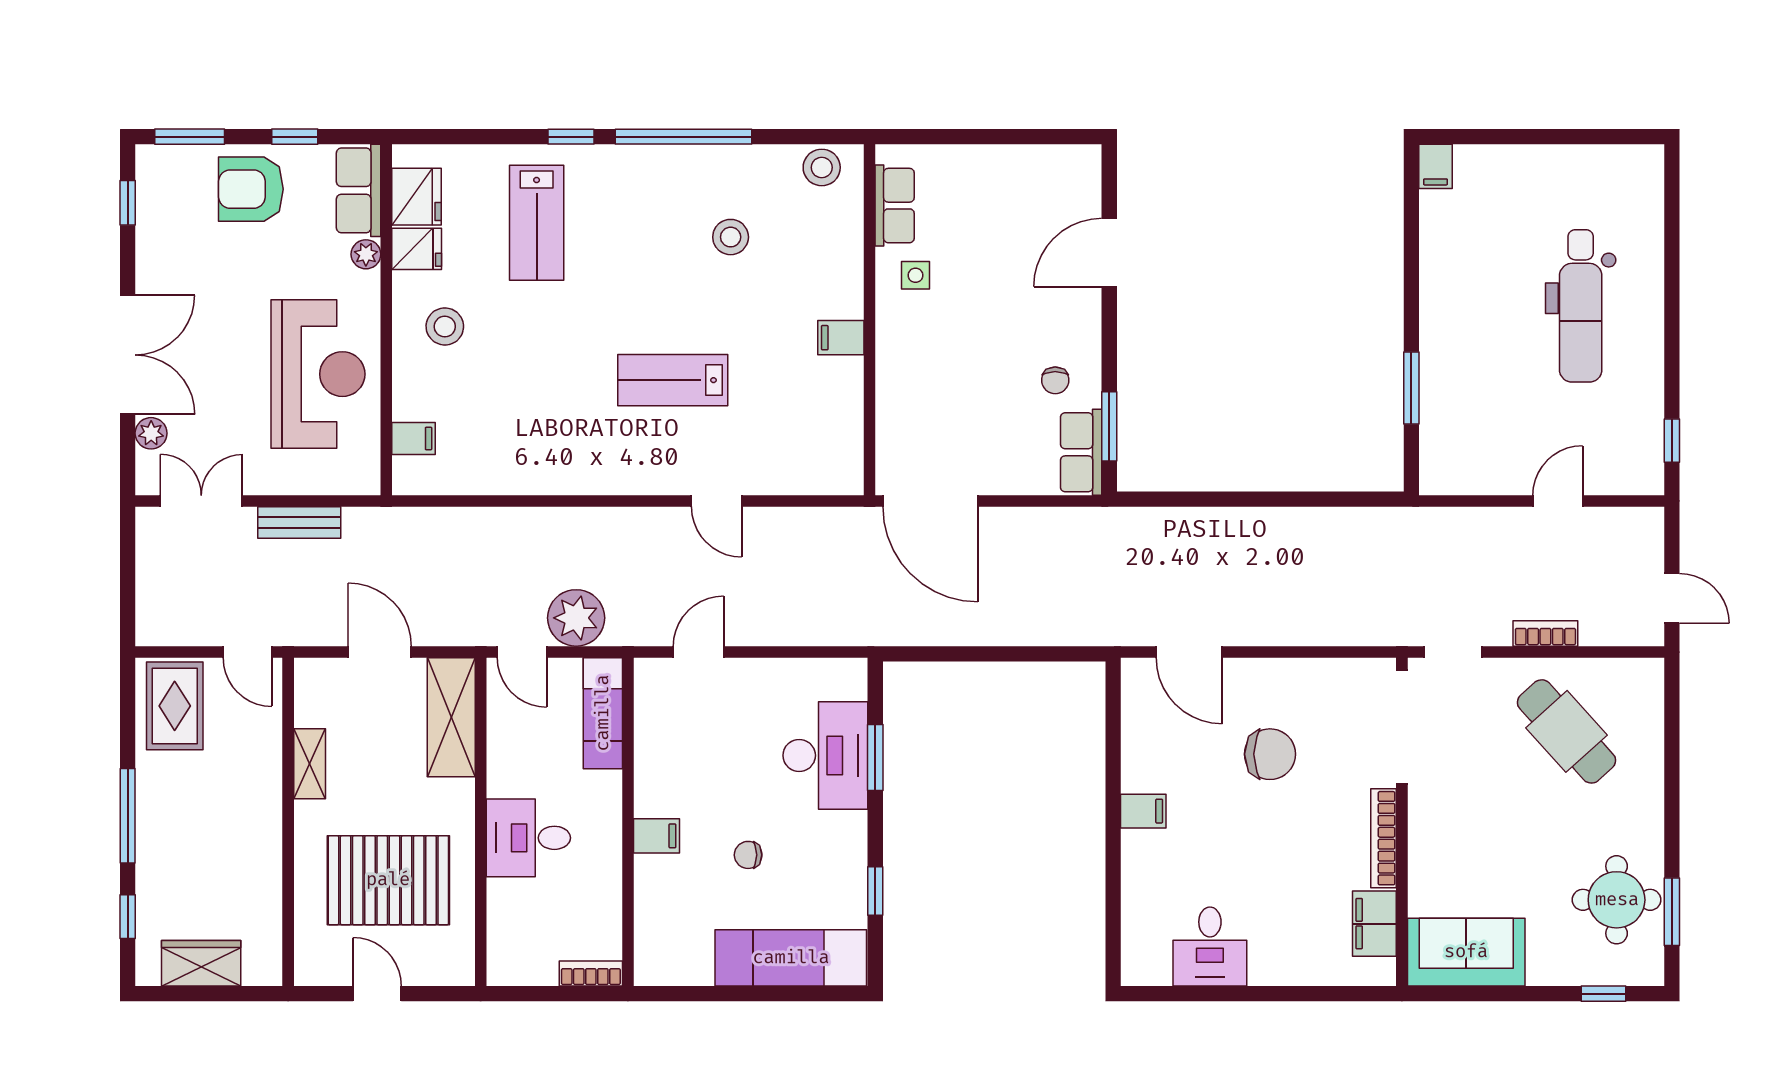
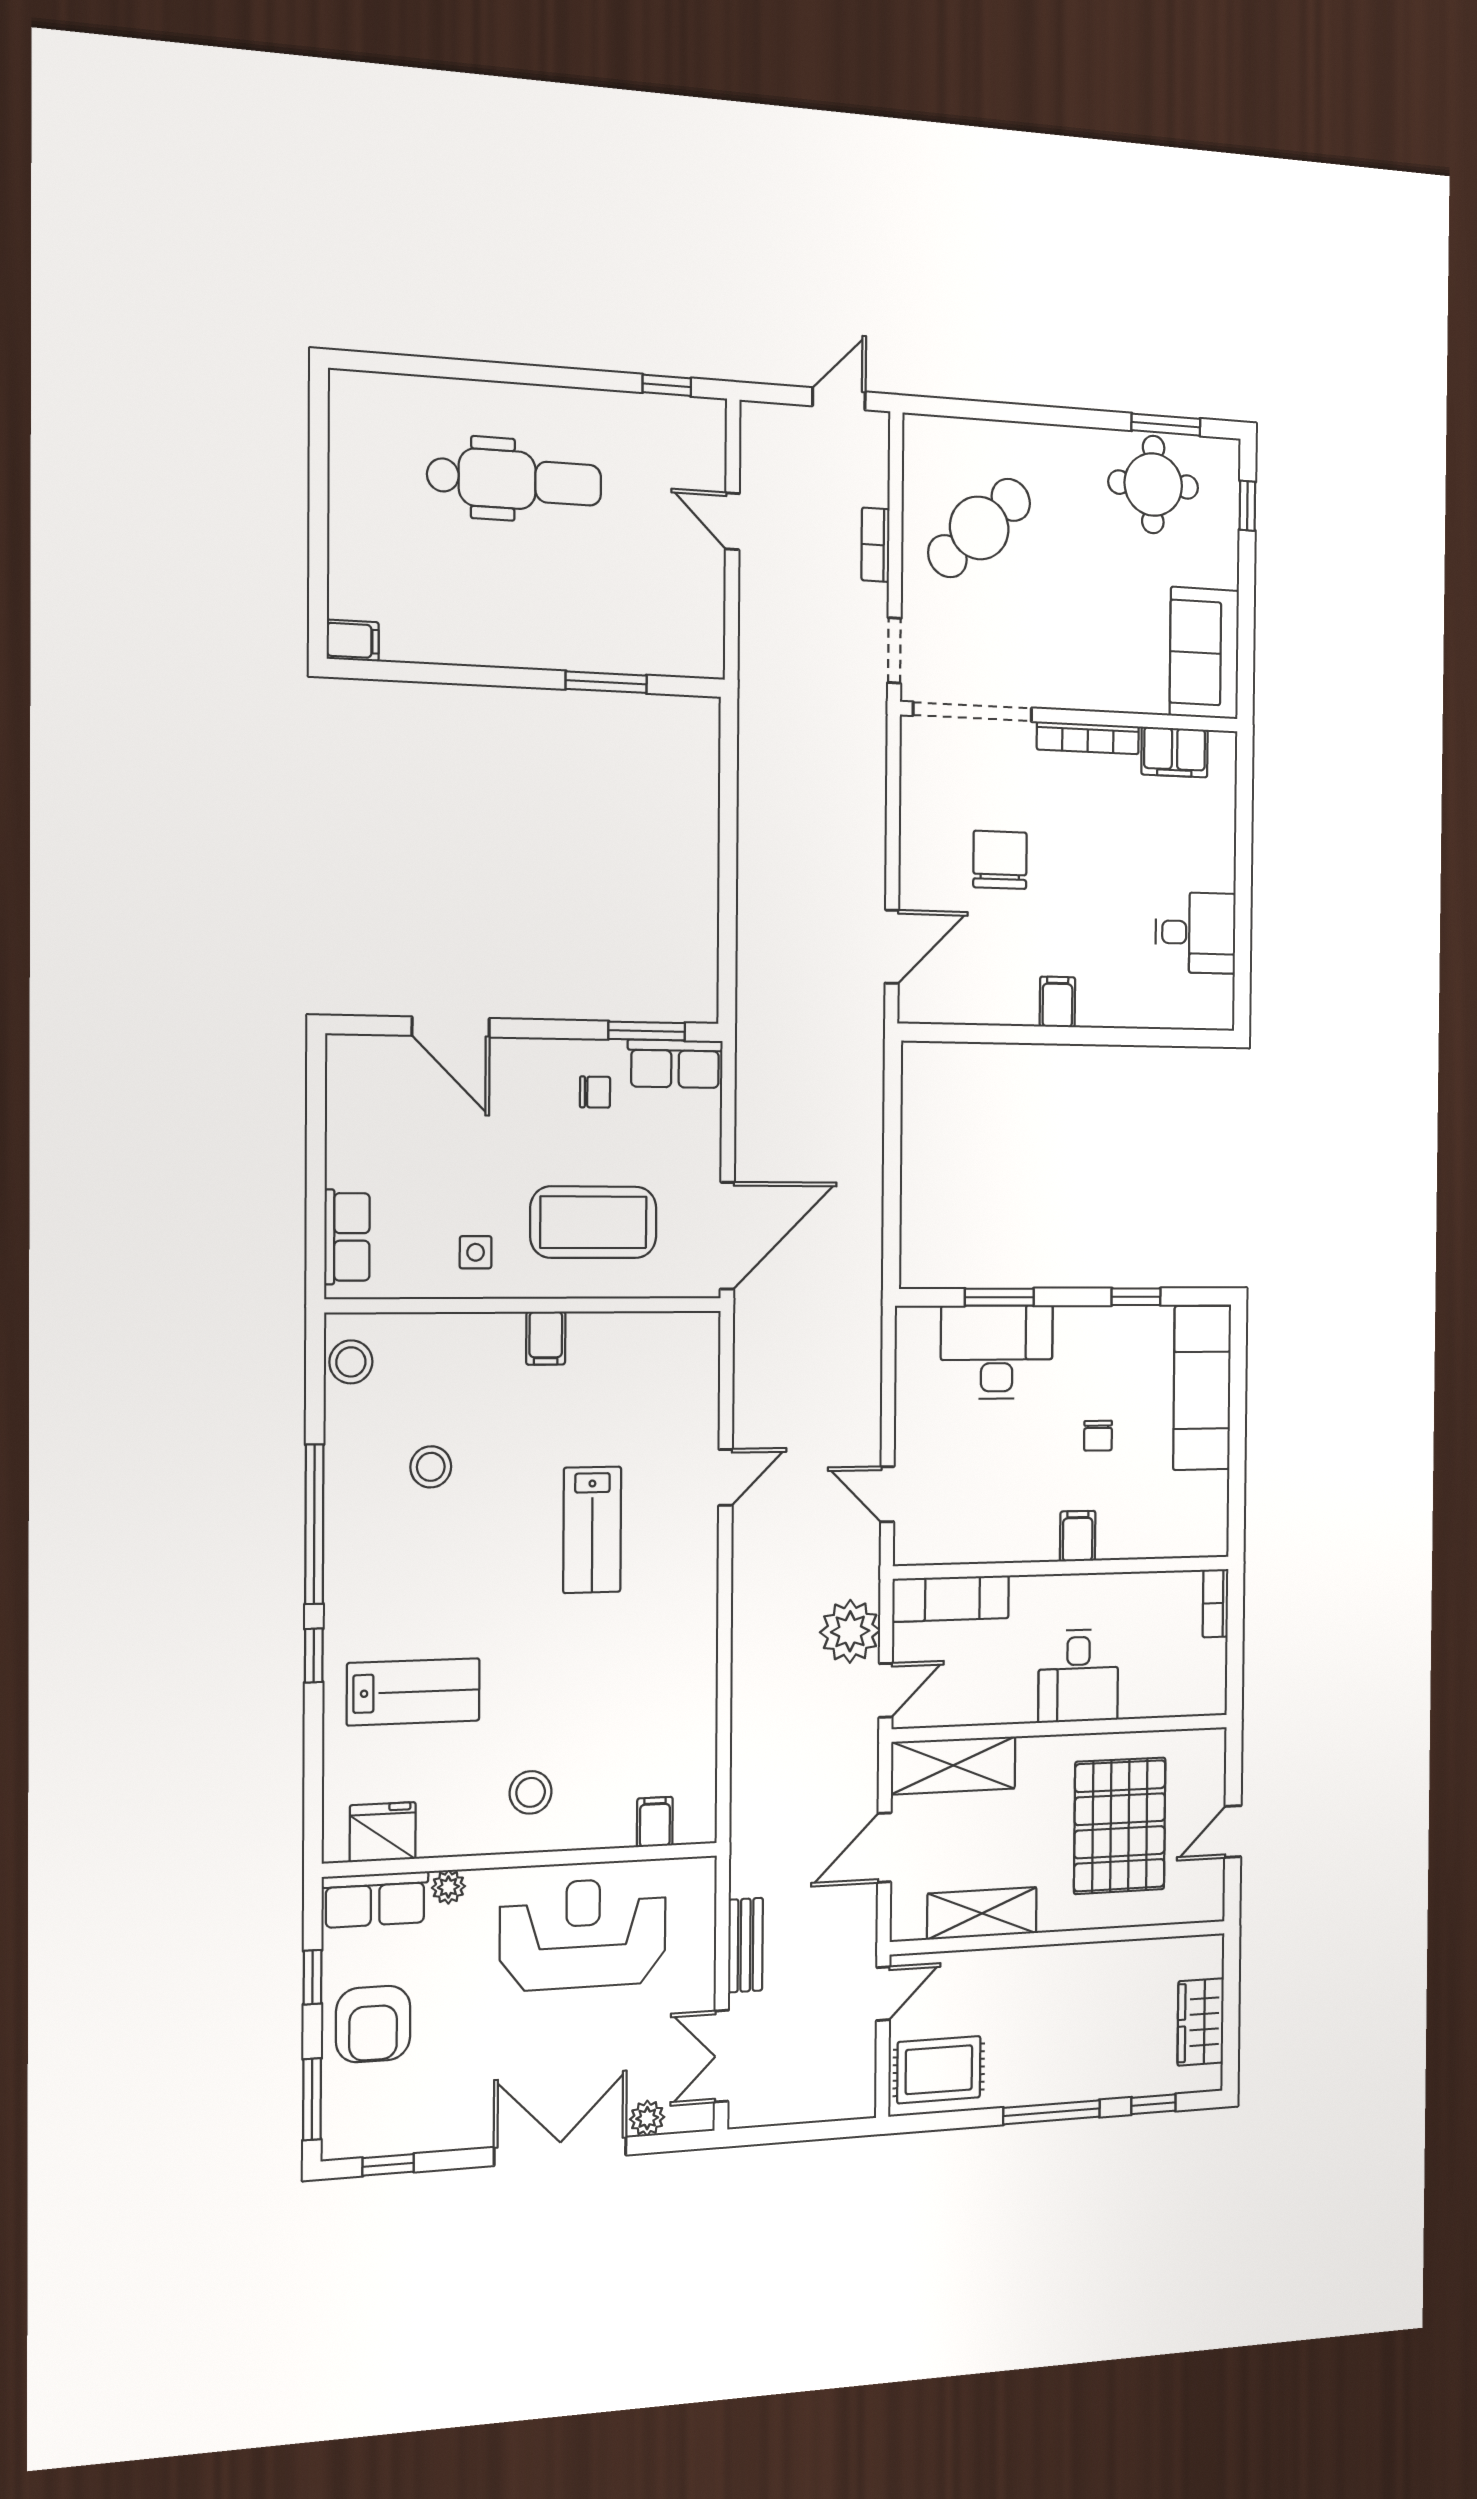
row of seats: (895, 206) -> (347, 1237), moved, turned 90
fridge: (417, 249) -> (443, 1829), removed
coffee table: (942, 380) -> (593, 1222), added
shelving: (310, 764) -> (982, 1913), width x1.50, depth x1.33

